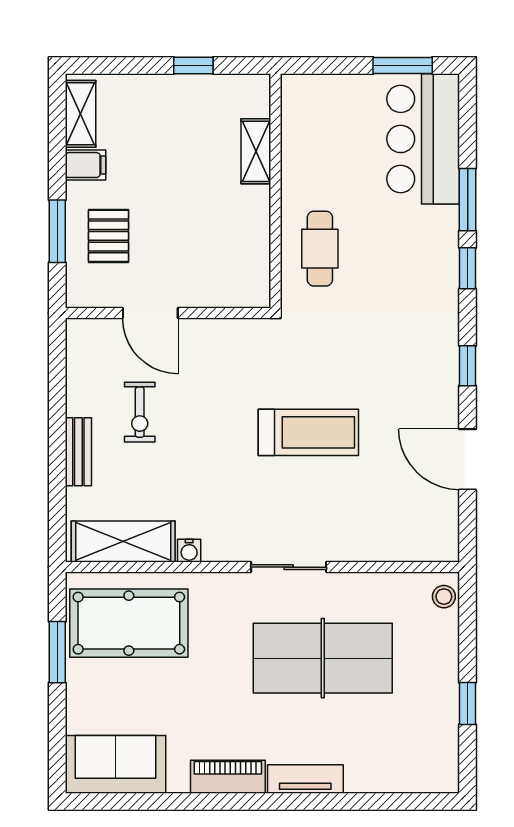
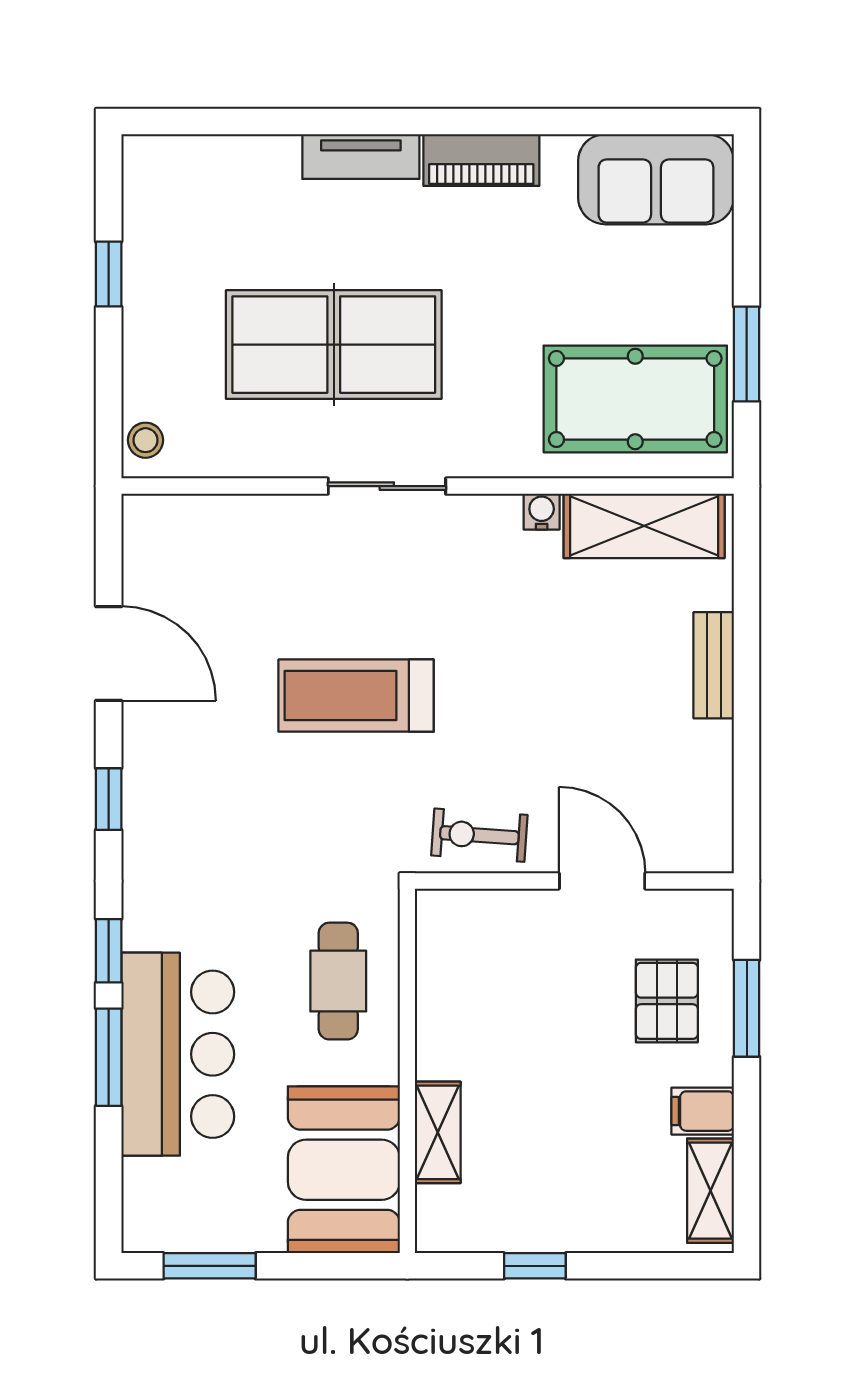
booth: (316, 127) -> (344, 1170), added
bar counter: (423, 139) -> (178, 1054), moved
exercise bike: (140, 412) -> (479, 835), moved, turned -86

